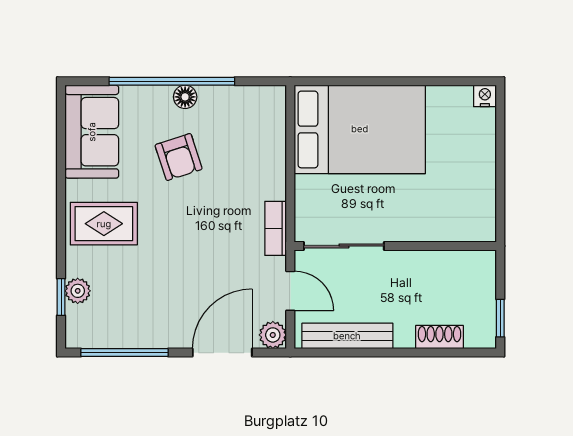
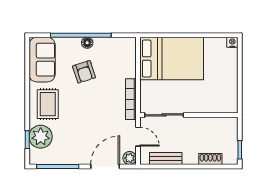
rug: (104, 224) -> (48, 104), turned 90
bookcase: (276, 228) -> (131, 99), width x1.56
plant: (78, 291) -> (41, 137), width x1.87, depth x1.87
bench: (347, 336) -> (166, 158), width x0.73

